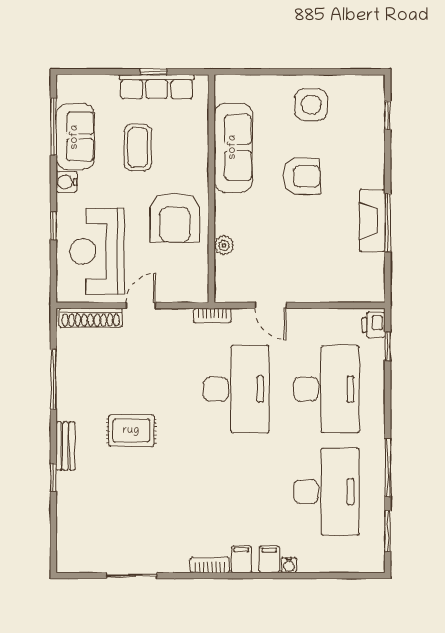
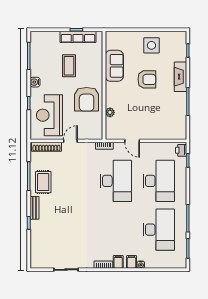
sofa: (75, 137) -> (39, 61), removed
sofa: (233, 147) -> (114, 66), width x0.73
fireplace: (372, 221) -> (180, 77), moved
rug: (131, 431) -> (43, 182), moved, turned 90

